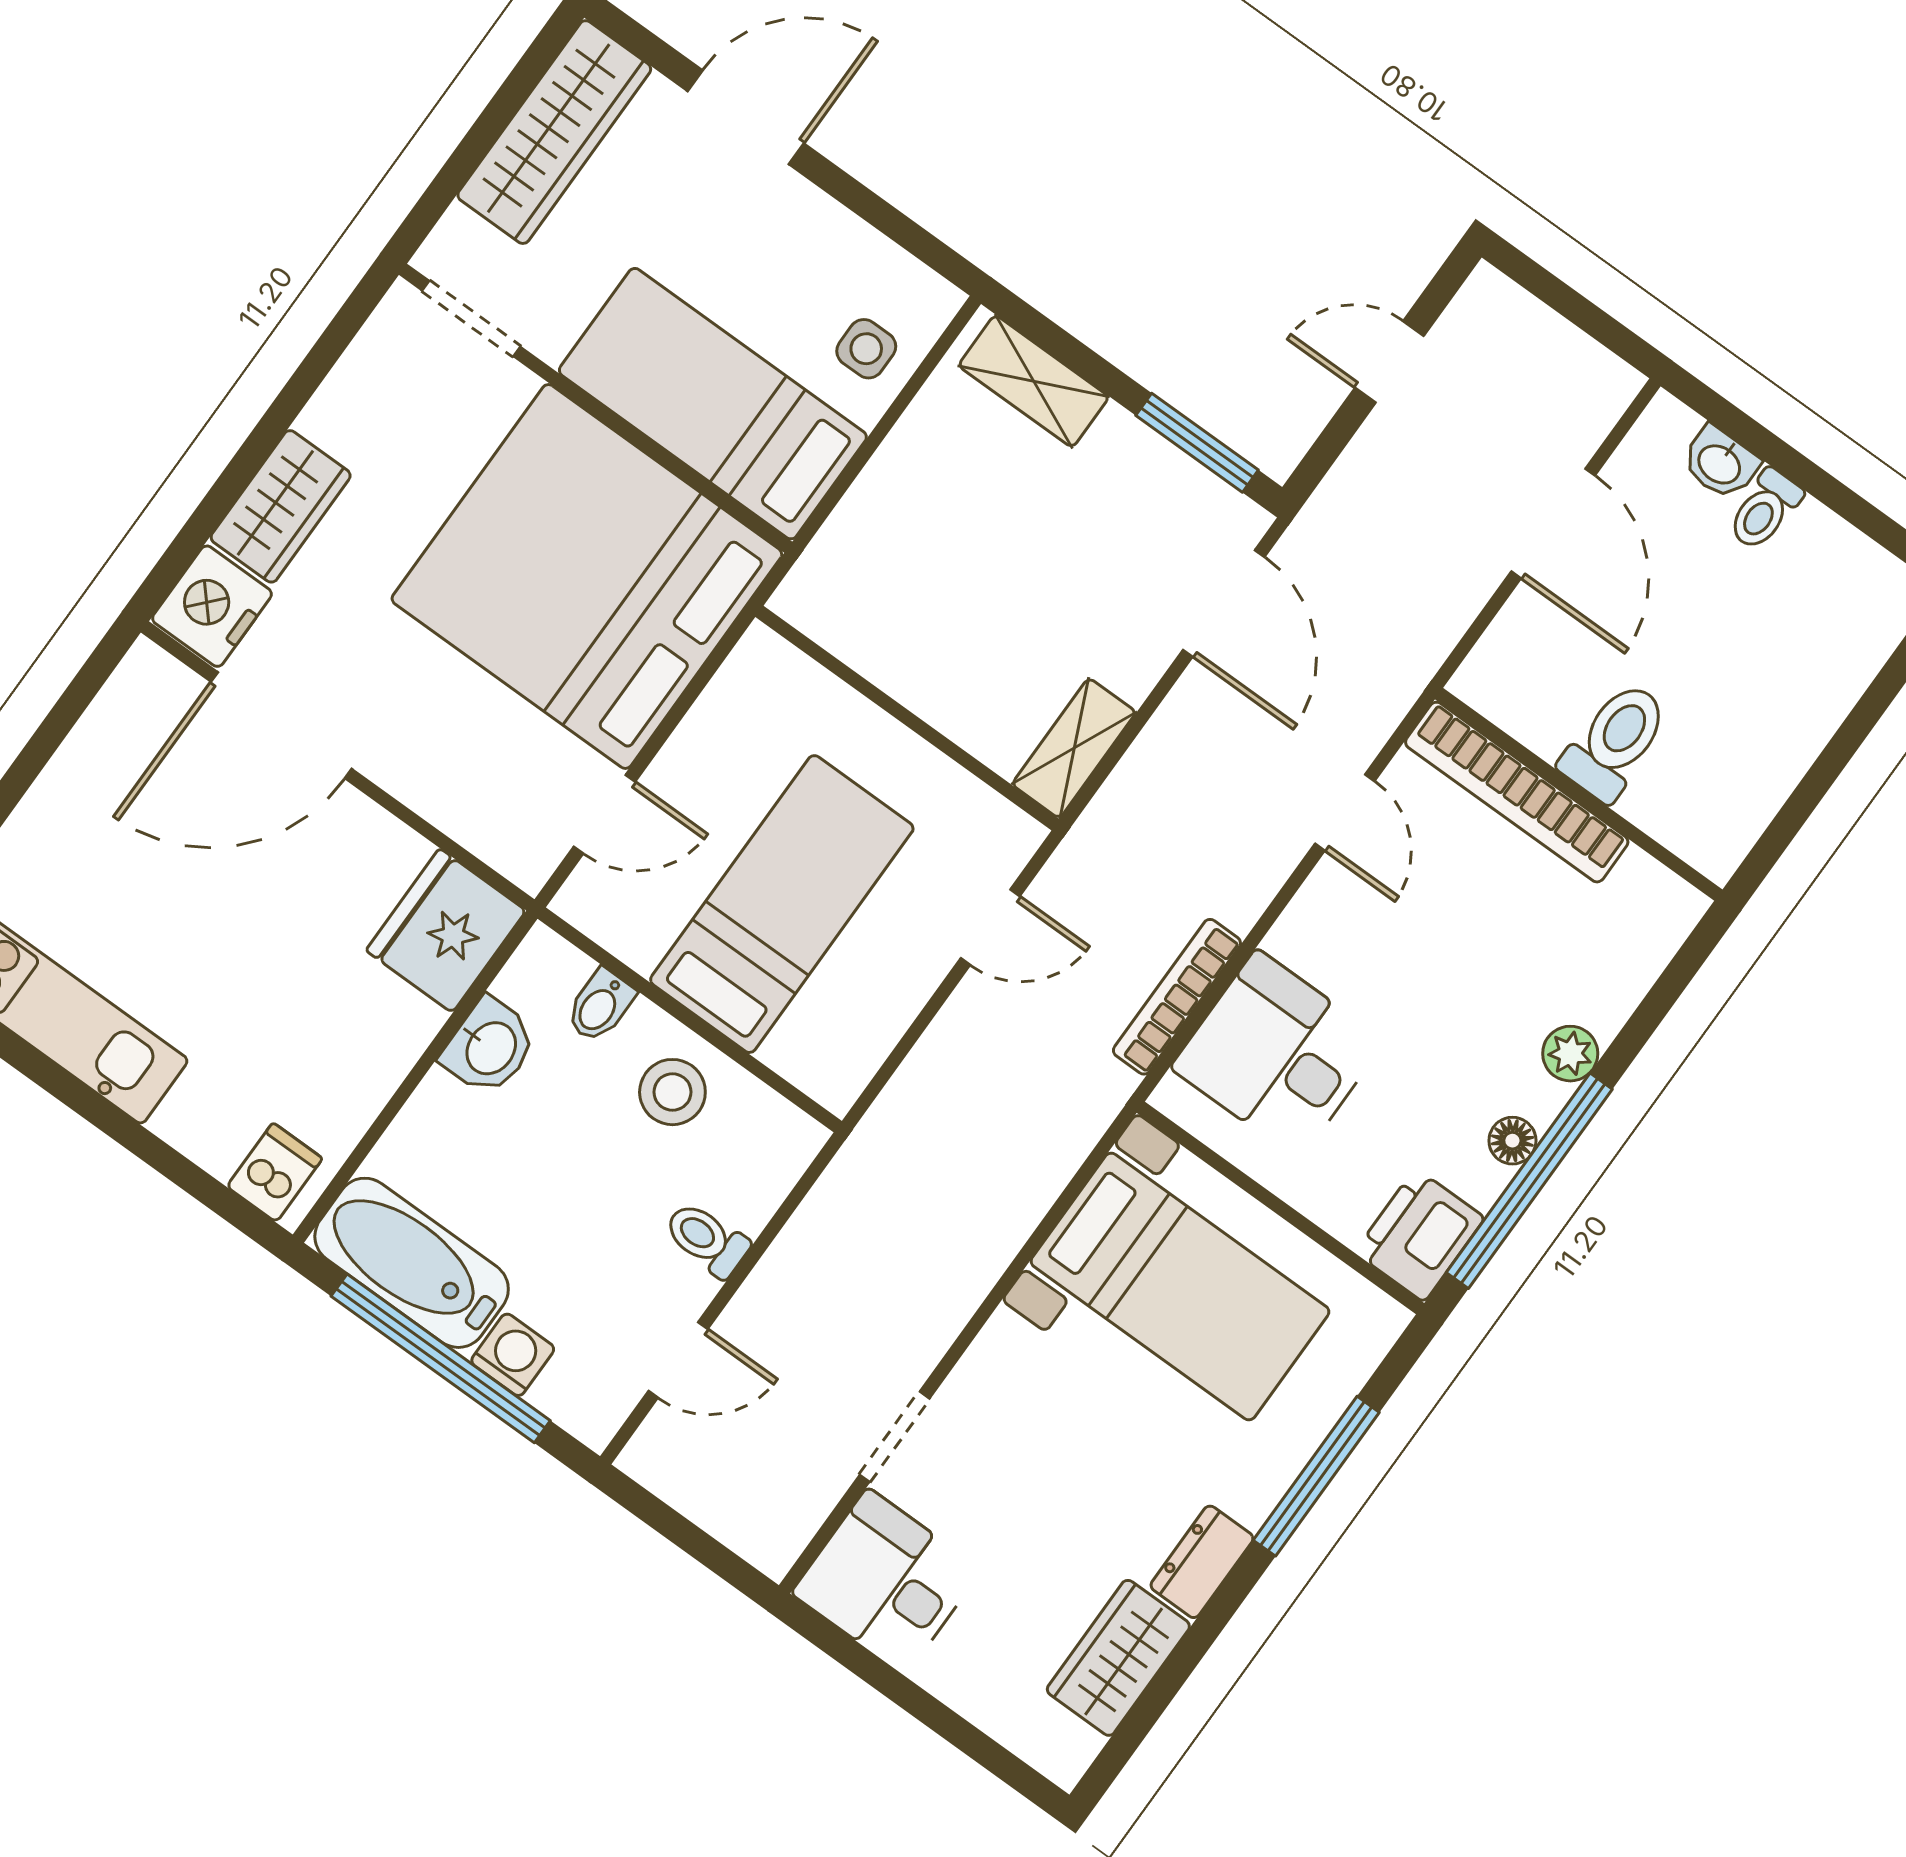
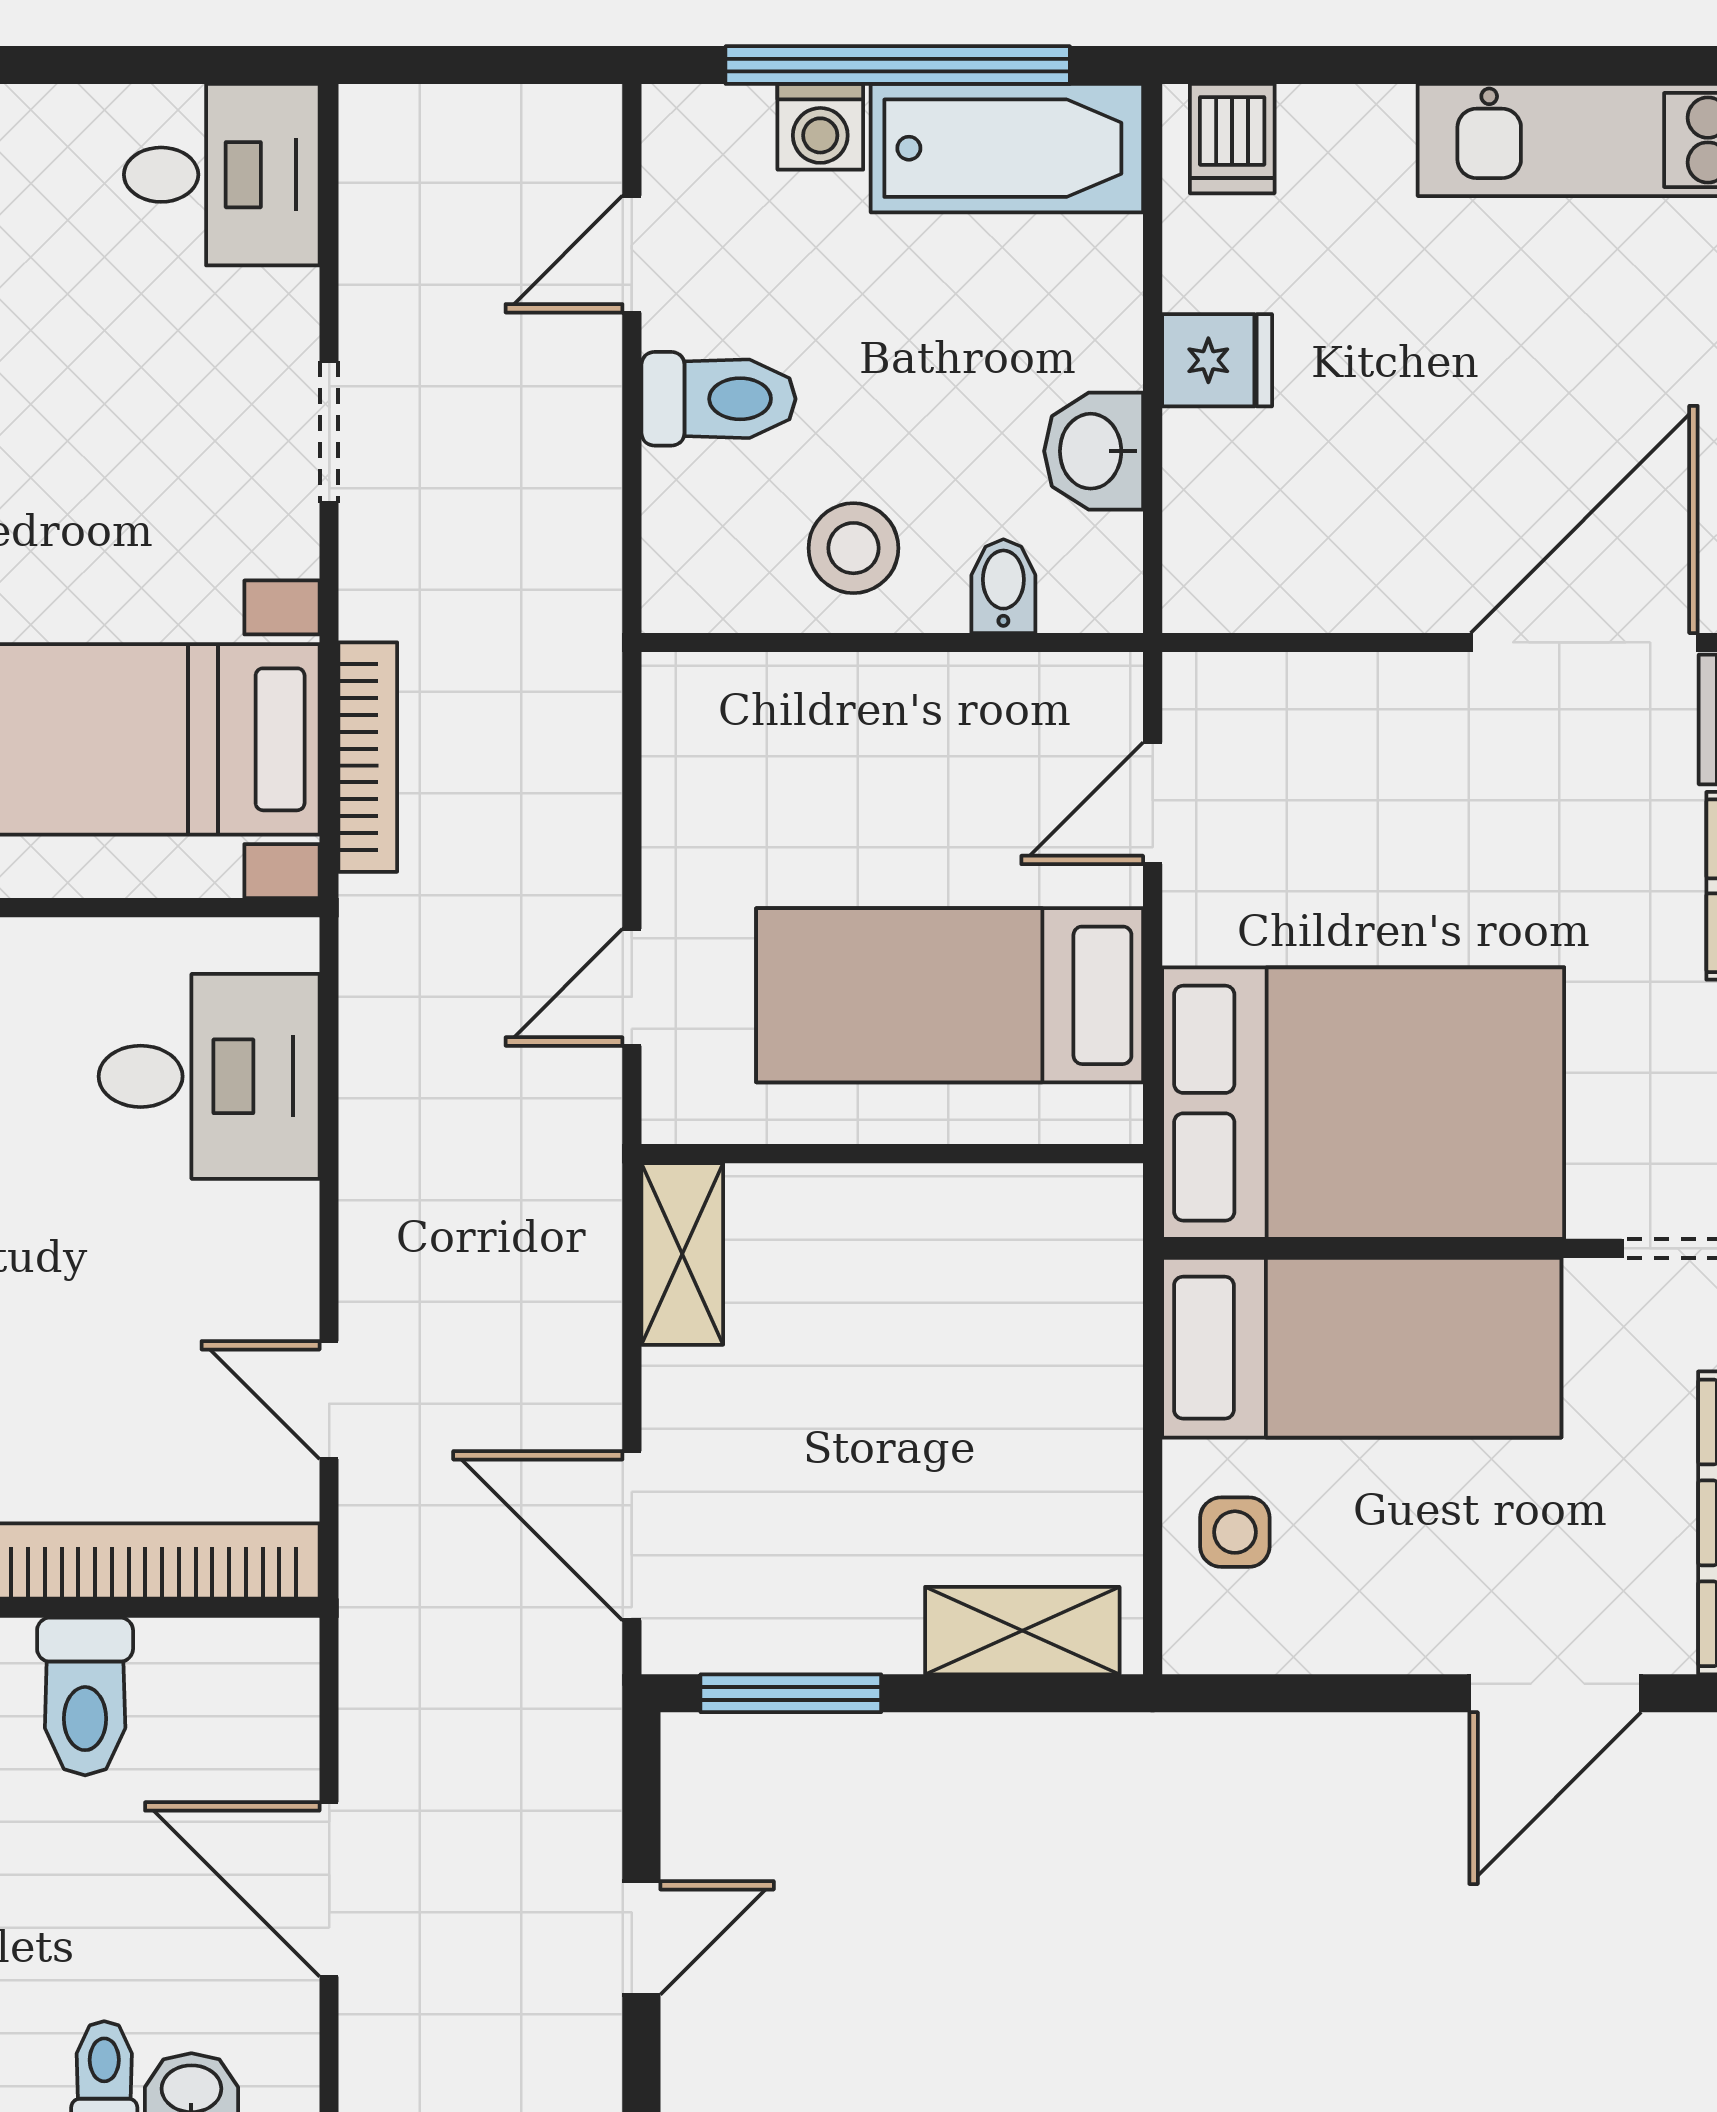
bed: (587, 576) -> (1363, 1103), width x0.73
bed: (782, 904) -> (950, 995), moved, turned 90
fridge: (446, 931) -> (1217, 360), moved, width x0.53, depth x0.75
bookcase: (1177, 997) -> (368, 757), moved
toilet: (707, 1239) -> (718, 399), width x1.37, depth x1.39
doorway: (895, 1437) -> (329, 432), moved

